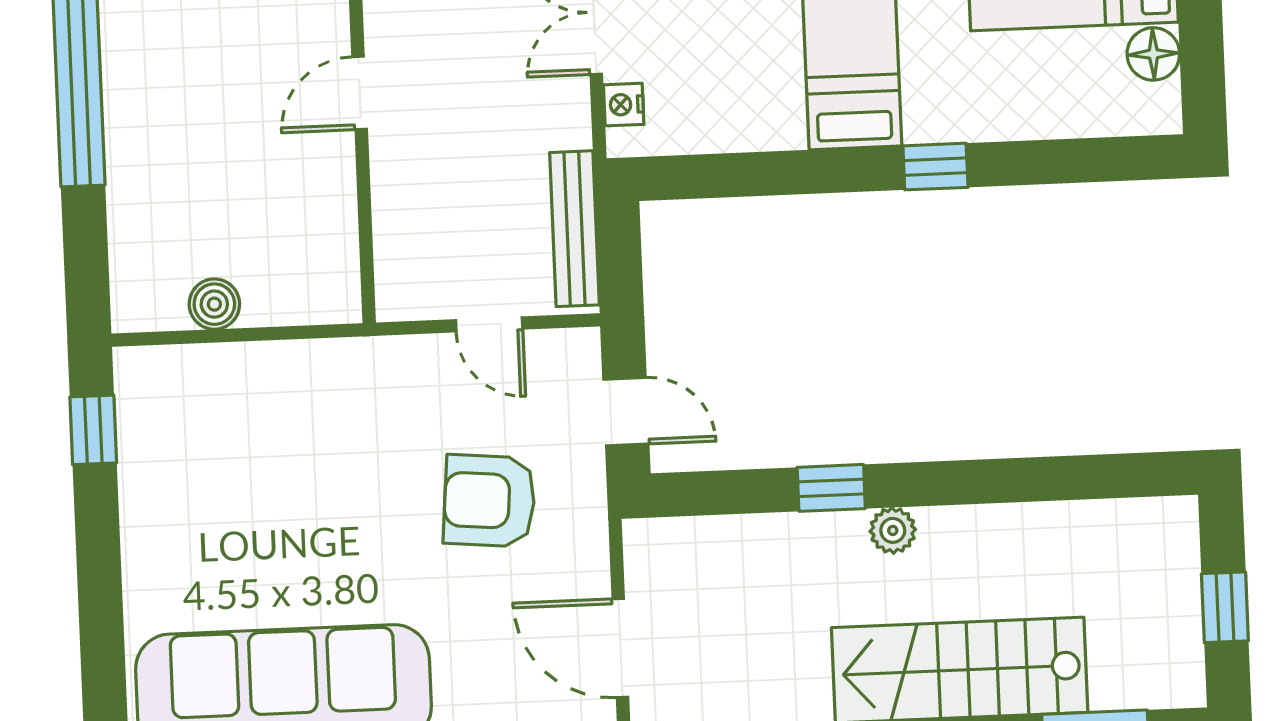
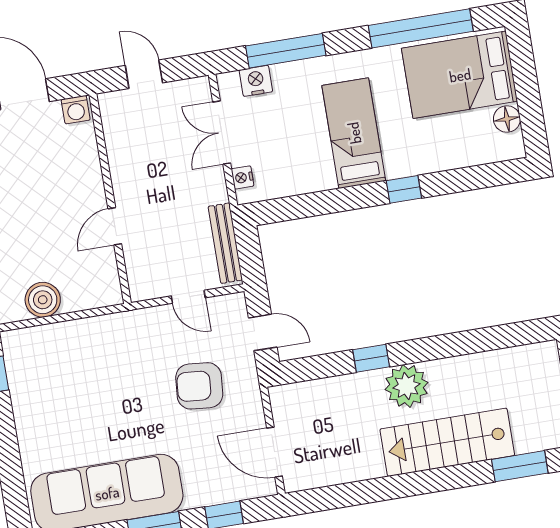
door: (360, 93) -> (115, 226), moved
boiler: (214, 304) -> (43, 300), width x1.36, depth x1.36
plant: (893, 530) -> (407, 386), width x1.88, depth x1.88

